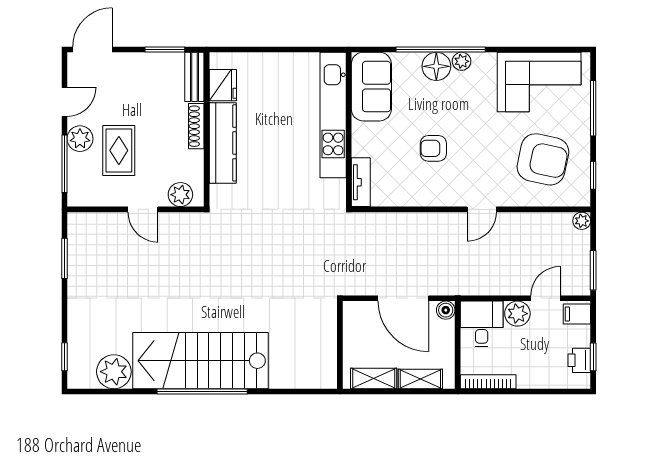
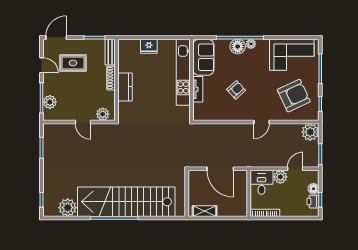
fridge: (223, 85) -> (149, 46), moved, turned 90
door: (64, 102) -> (42, 65), hinge flipped
plant: (80, 139) -> (50, 102), moved
kitchen counter: (223, 143) -> (125, 87), width x0.67
armchair: (433, 148) -> (236, 90), turned 138
rug: (119, 150) -> (73, 63), moved, turned 90
armchair: (543, 159) -> (294, 96), turned -37
tv unit: (361, 182) -> (198, 89), moved
plant: (582, 221) -> (310, 132), width x1.87, depth x1.87
boiler: (446, 310) -> (243, 175), removed
filing cabinet: (577, 314) -> (312, 177), removed
floor lamp: (580, 336) -> (314, 189), added
stairs: (200, 361) -> (126, 202), width x1.36
shelving: (420, 379) -> (229, 211), removed

